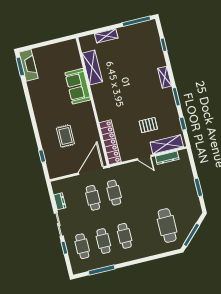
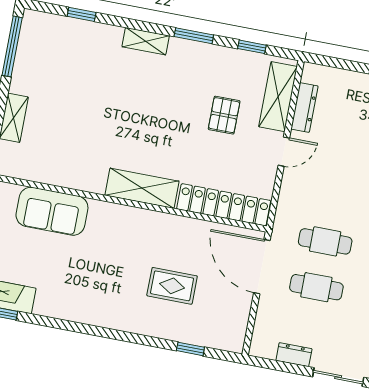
shelving: (92, 67) -> (142, 188), moved
sofa: (78, 86) -> (52, 211), moved

